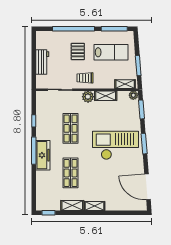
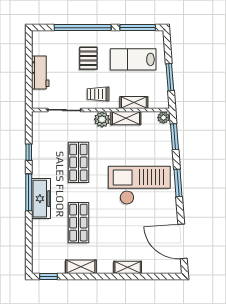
lab bench: (111, 52) -> (133, 59), turned 180
shelving: (125, 84) -> (134, 102), moved
shelving: (95, 206) -> (128, 267), moved

